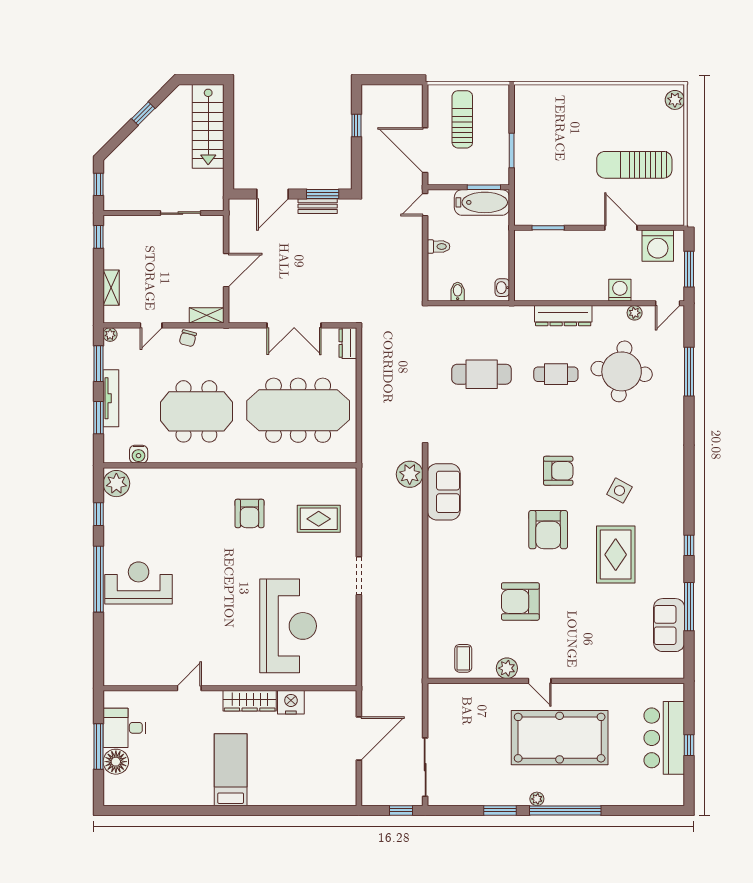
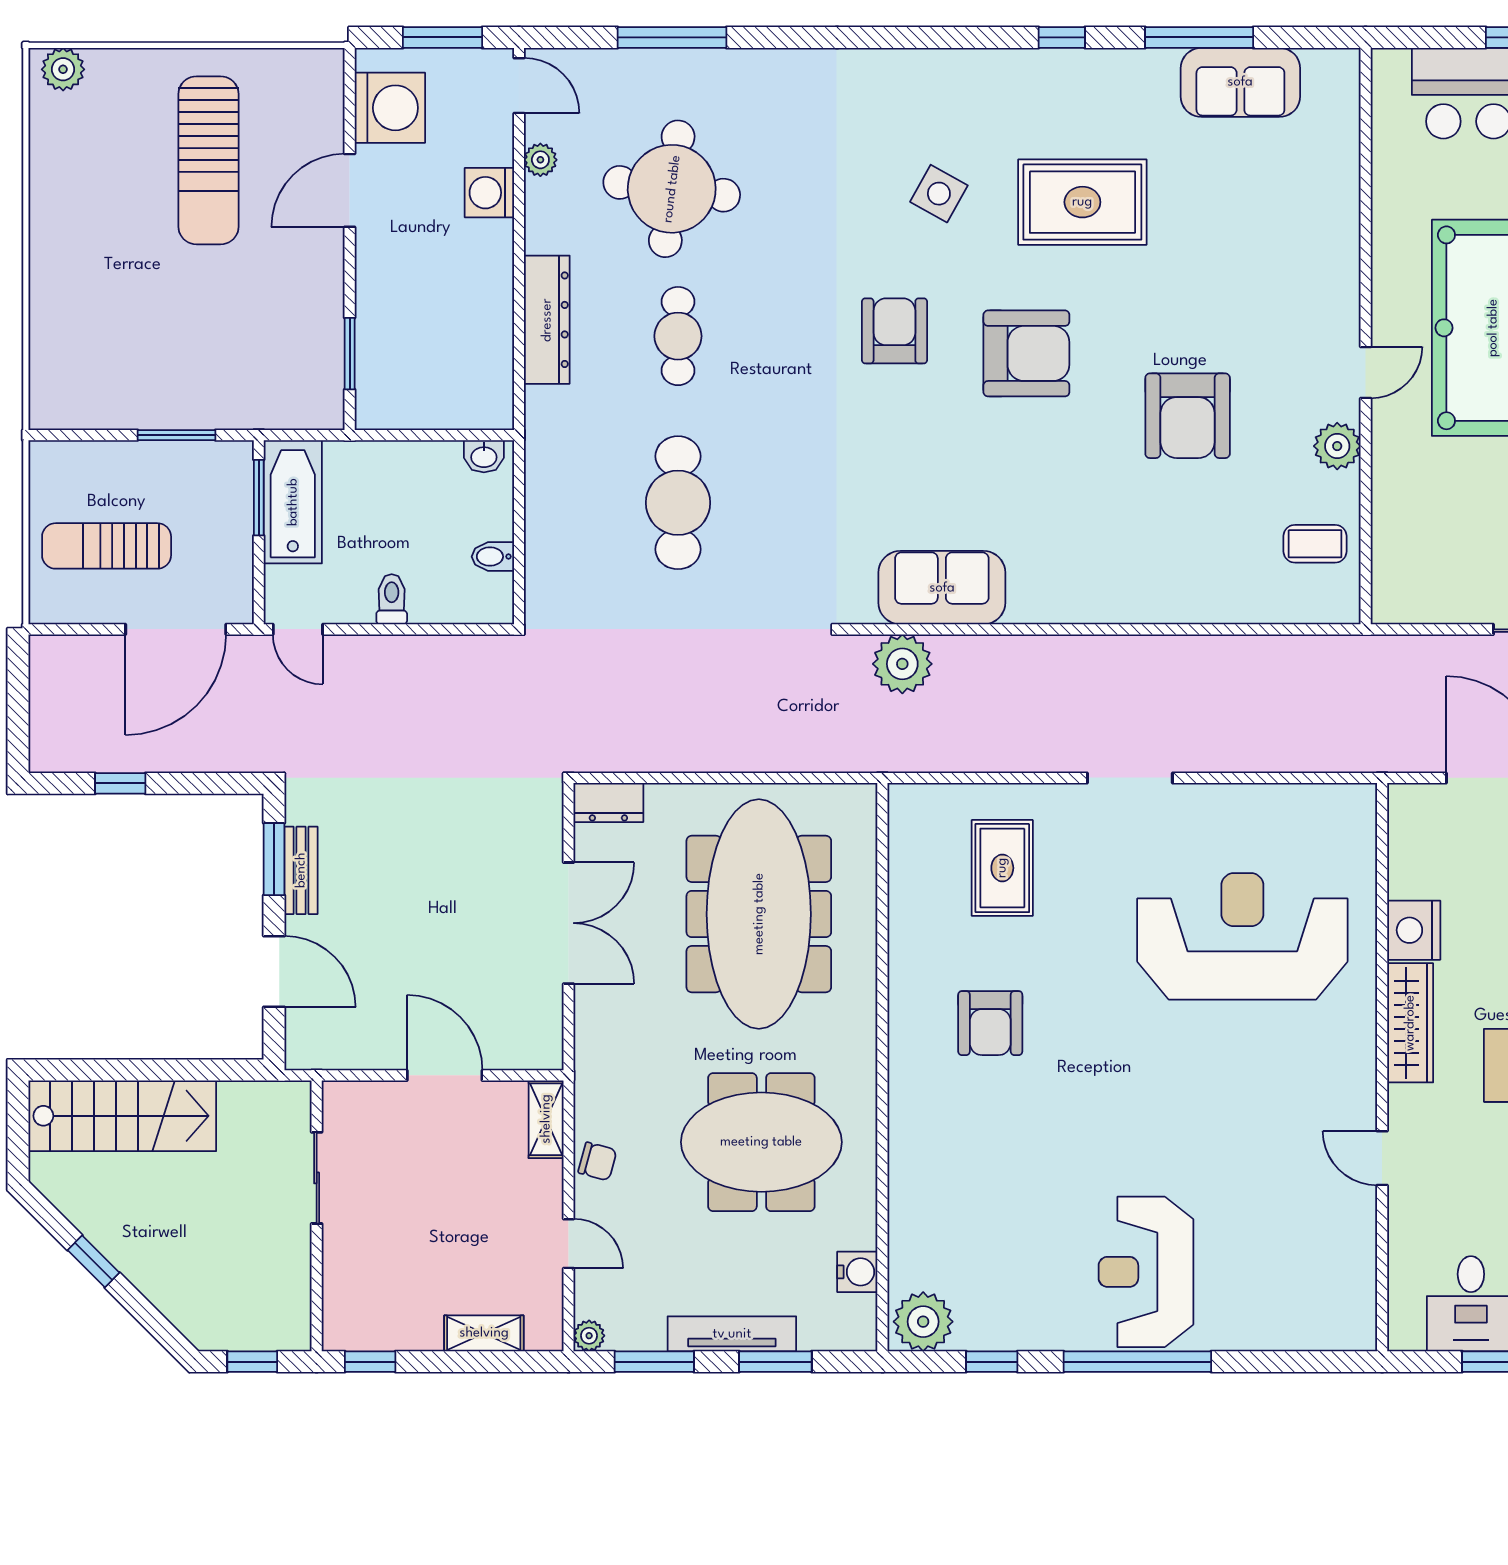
meeting table: (196, 411) -> (761, 1142), turned 90
armchair: (249, 513) -> (990, 1023), turned 90

